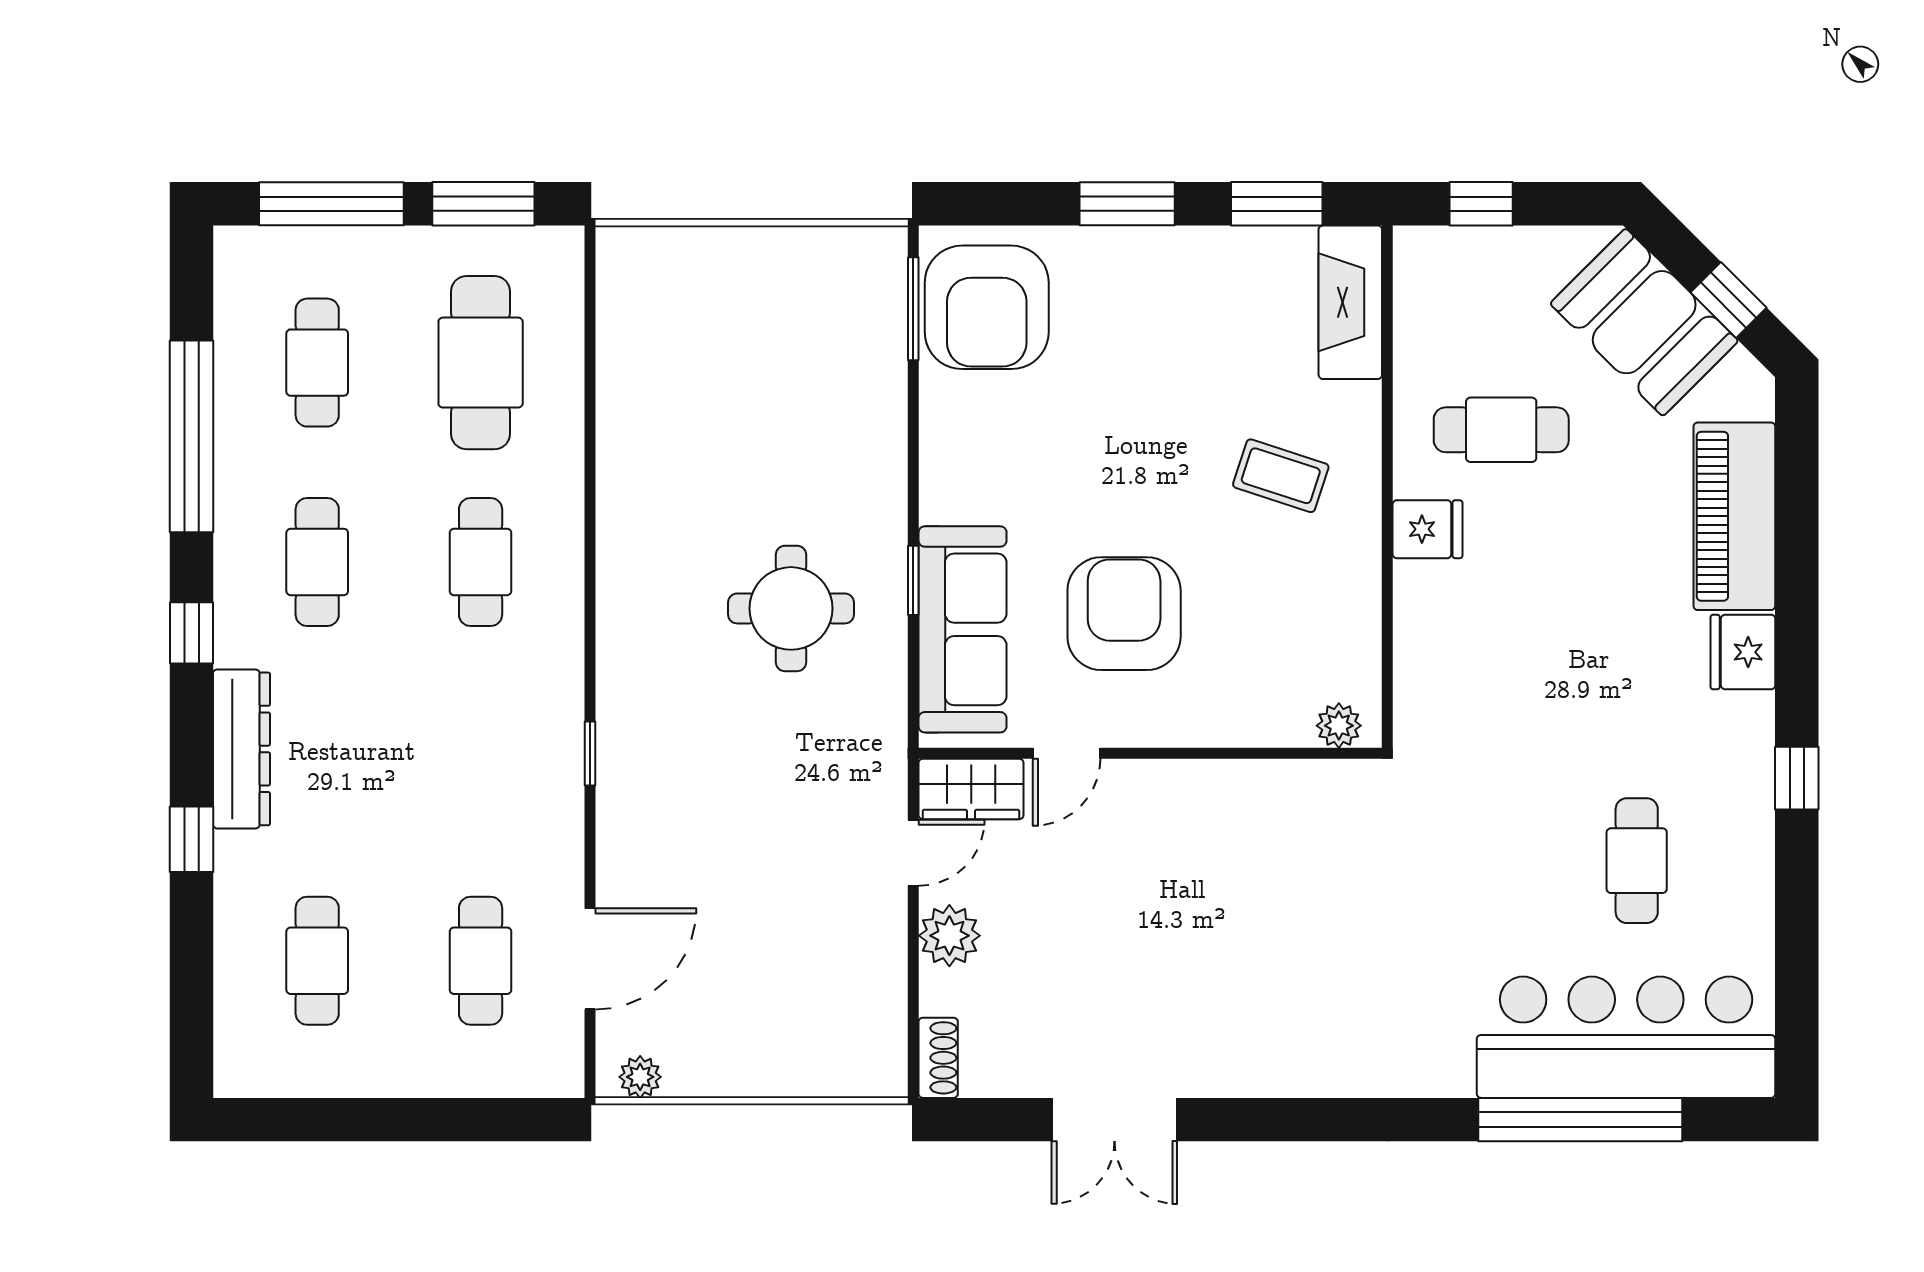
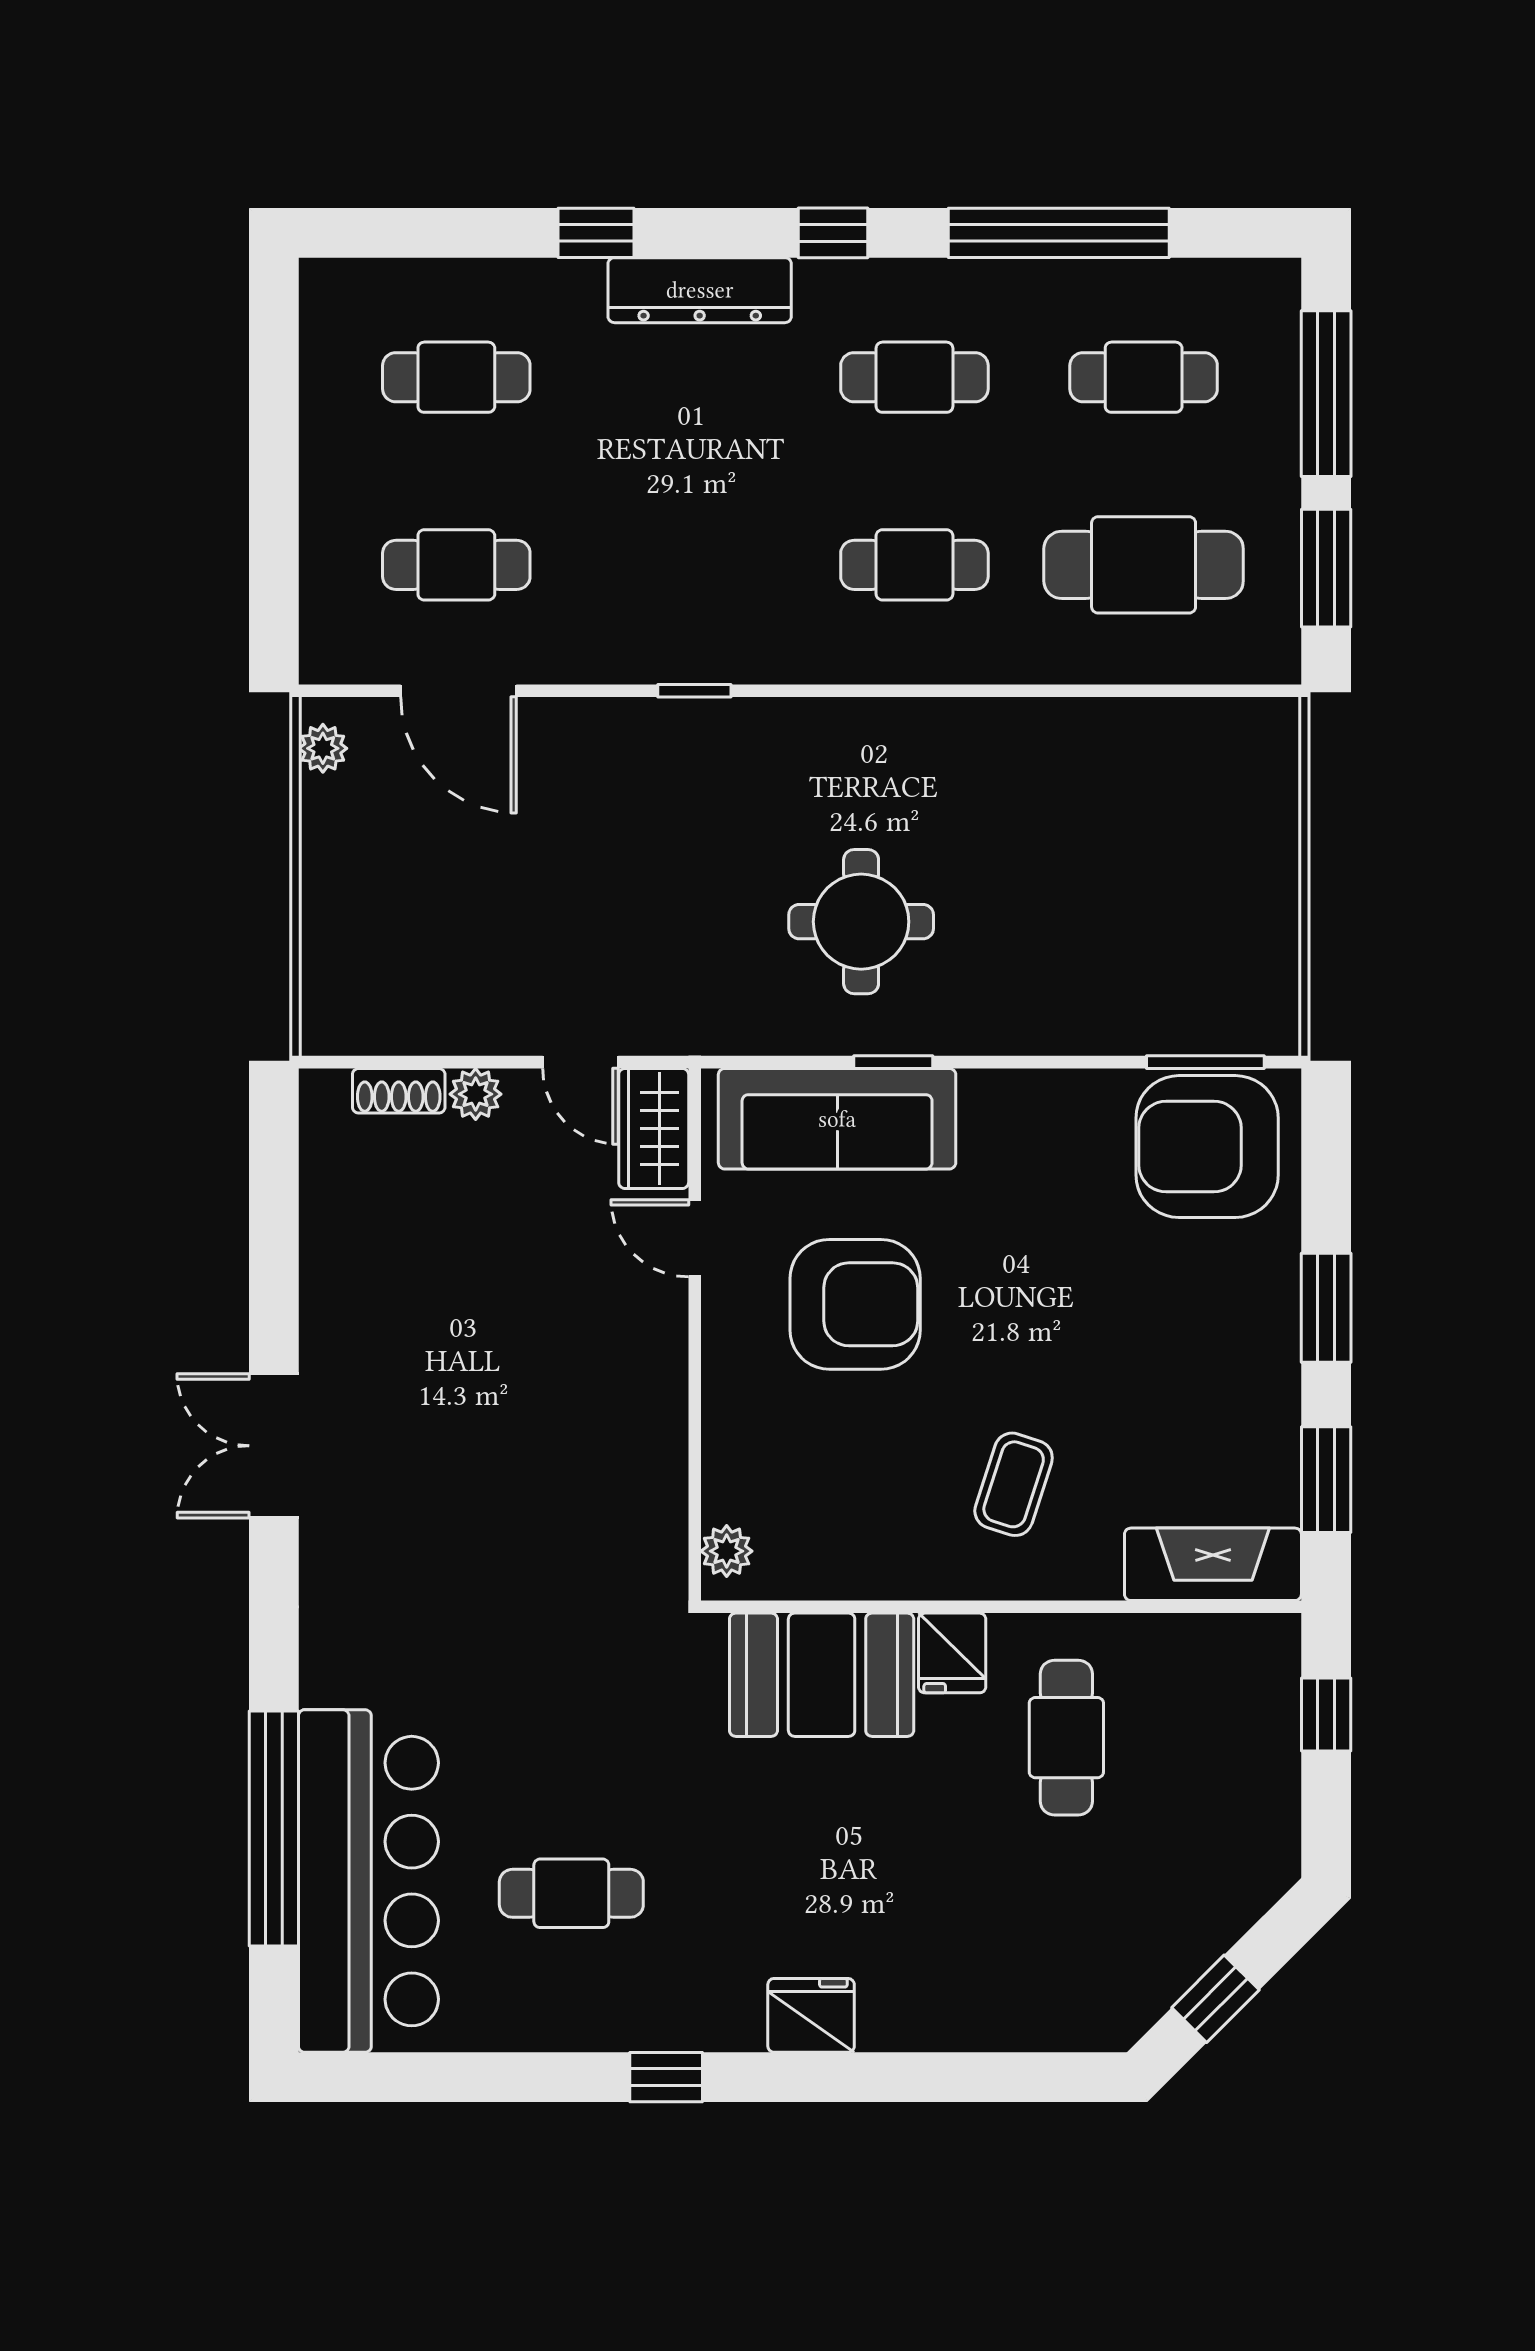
booth: (1644, 322) -> (822, 1675), moved, turned 45
piano: (1734, 516) -> (967, 2006), removed
plant: (949, 936) -> (476, 1094), width x0.73, depth x0.73
shoe rack: (938, 1058) -> (399, 1091), moved
double door: (1114, 1120) -> (274, 1446), moved

